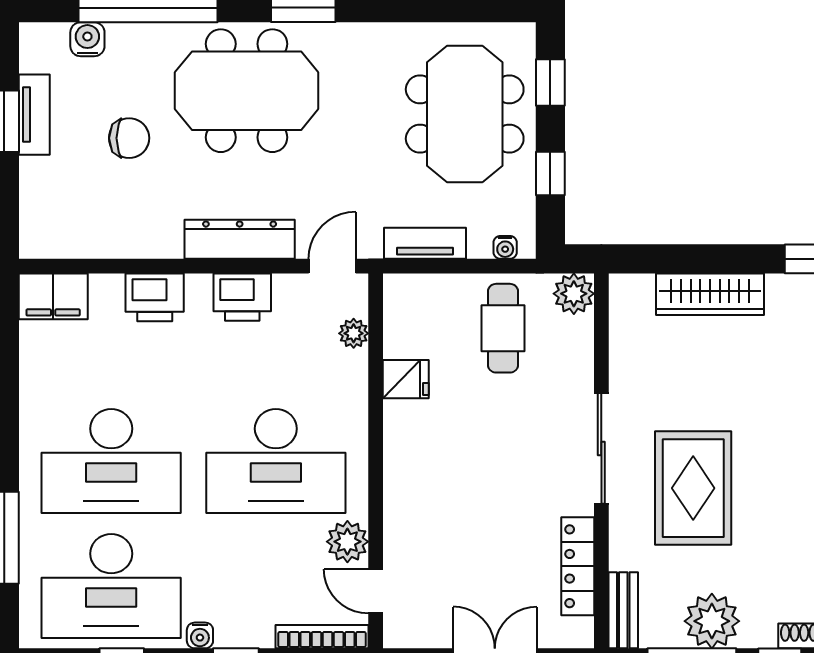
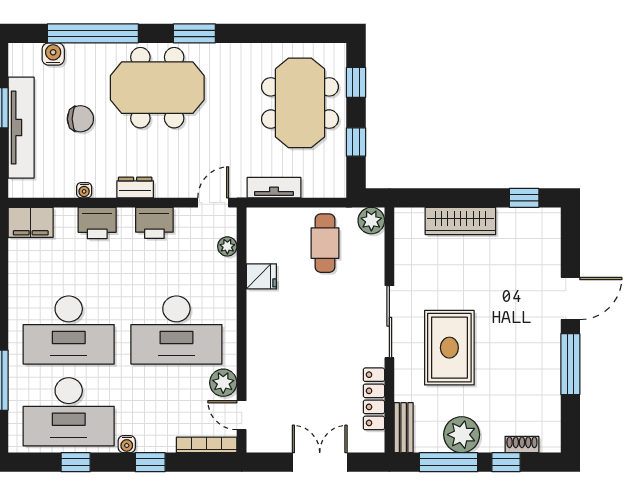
tv unit: (34, 115) -> (21, 128), width x1.92, depth x1.29
dresser: (240, 239) -> (135, 187), width x0.51, depth x0.80
water cooler: (505, 247) -> (84, 190), moved

